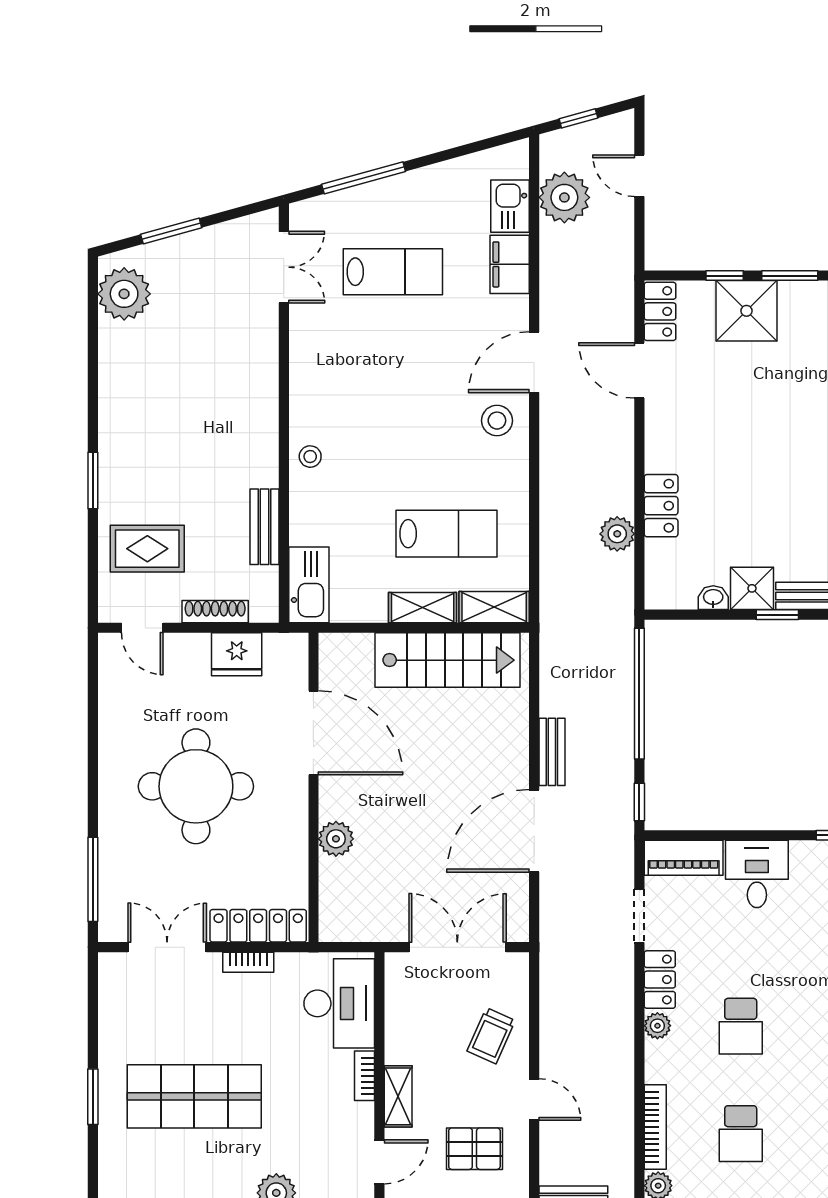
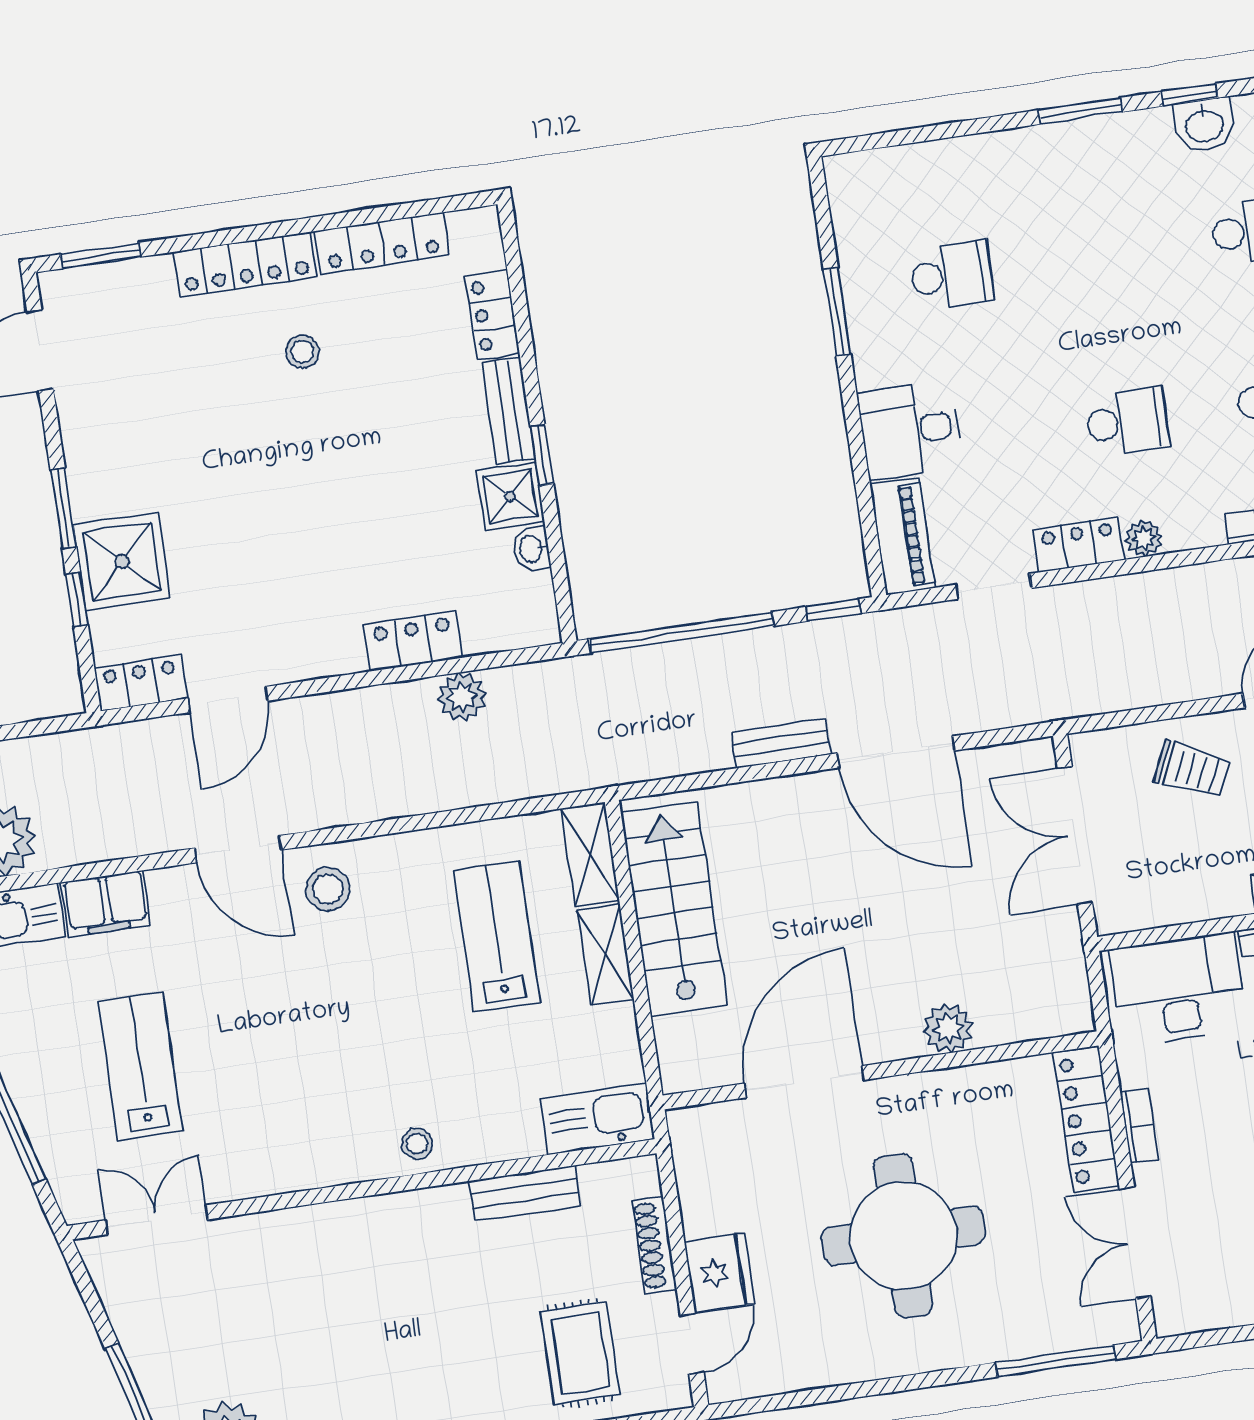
fridge: (237, 654) -> (719, 1272), moved

